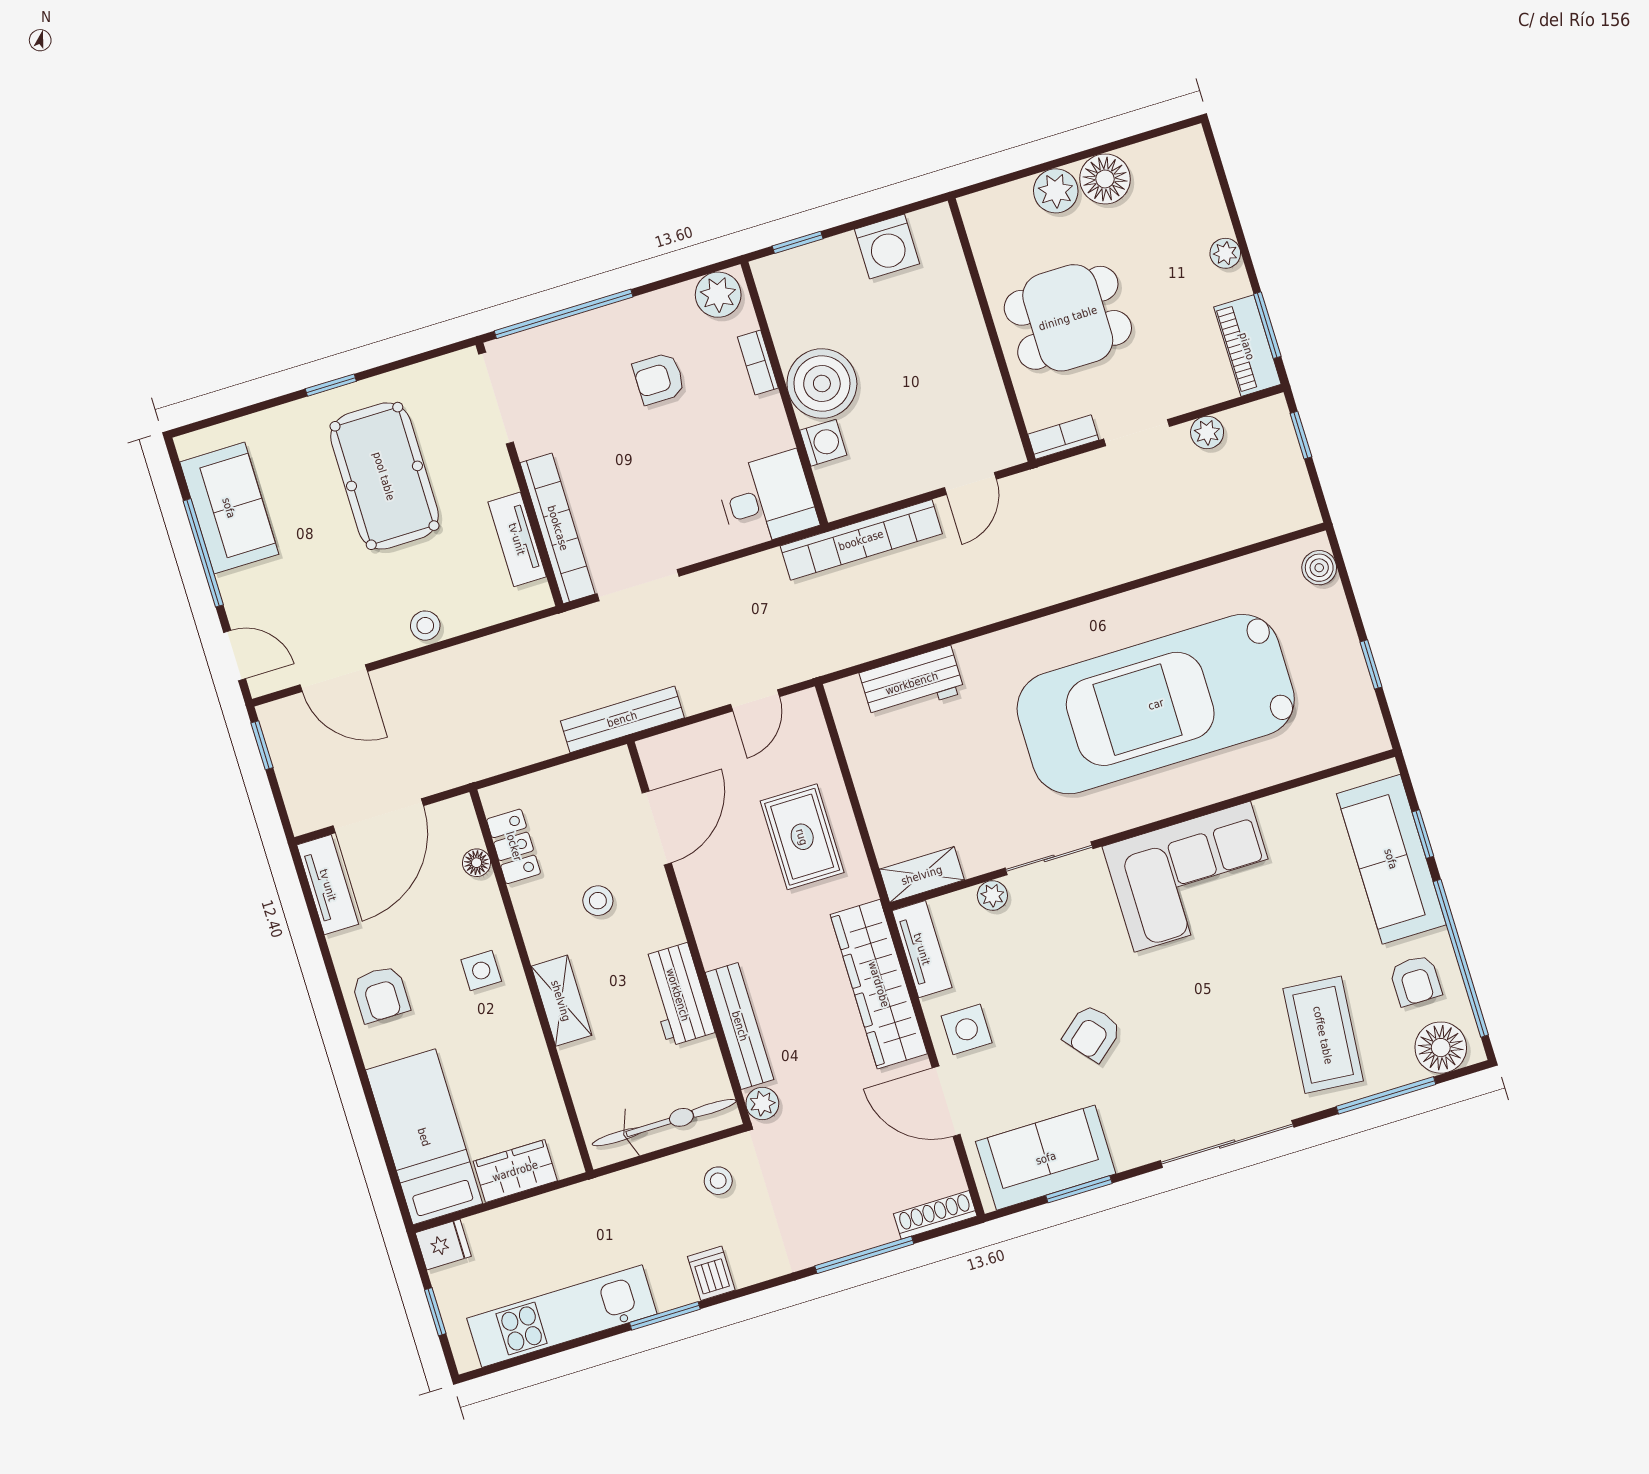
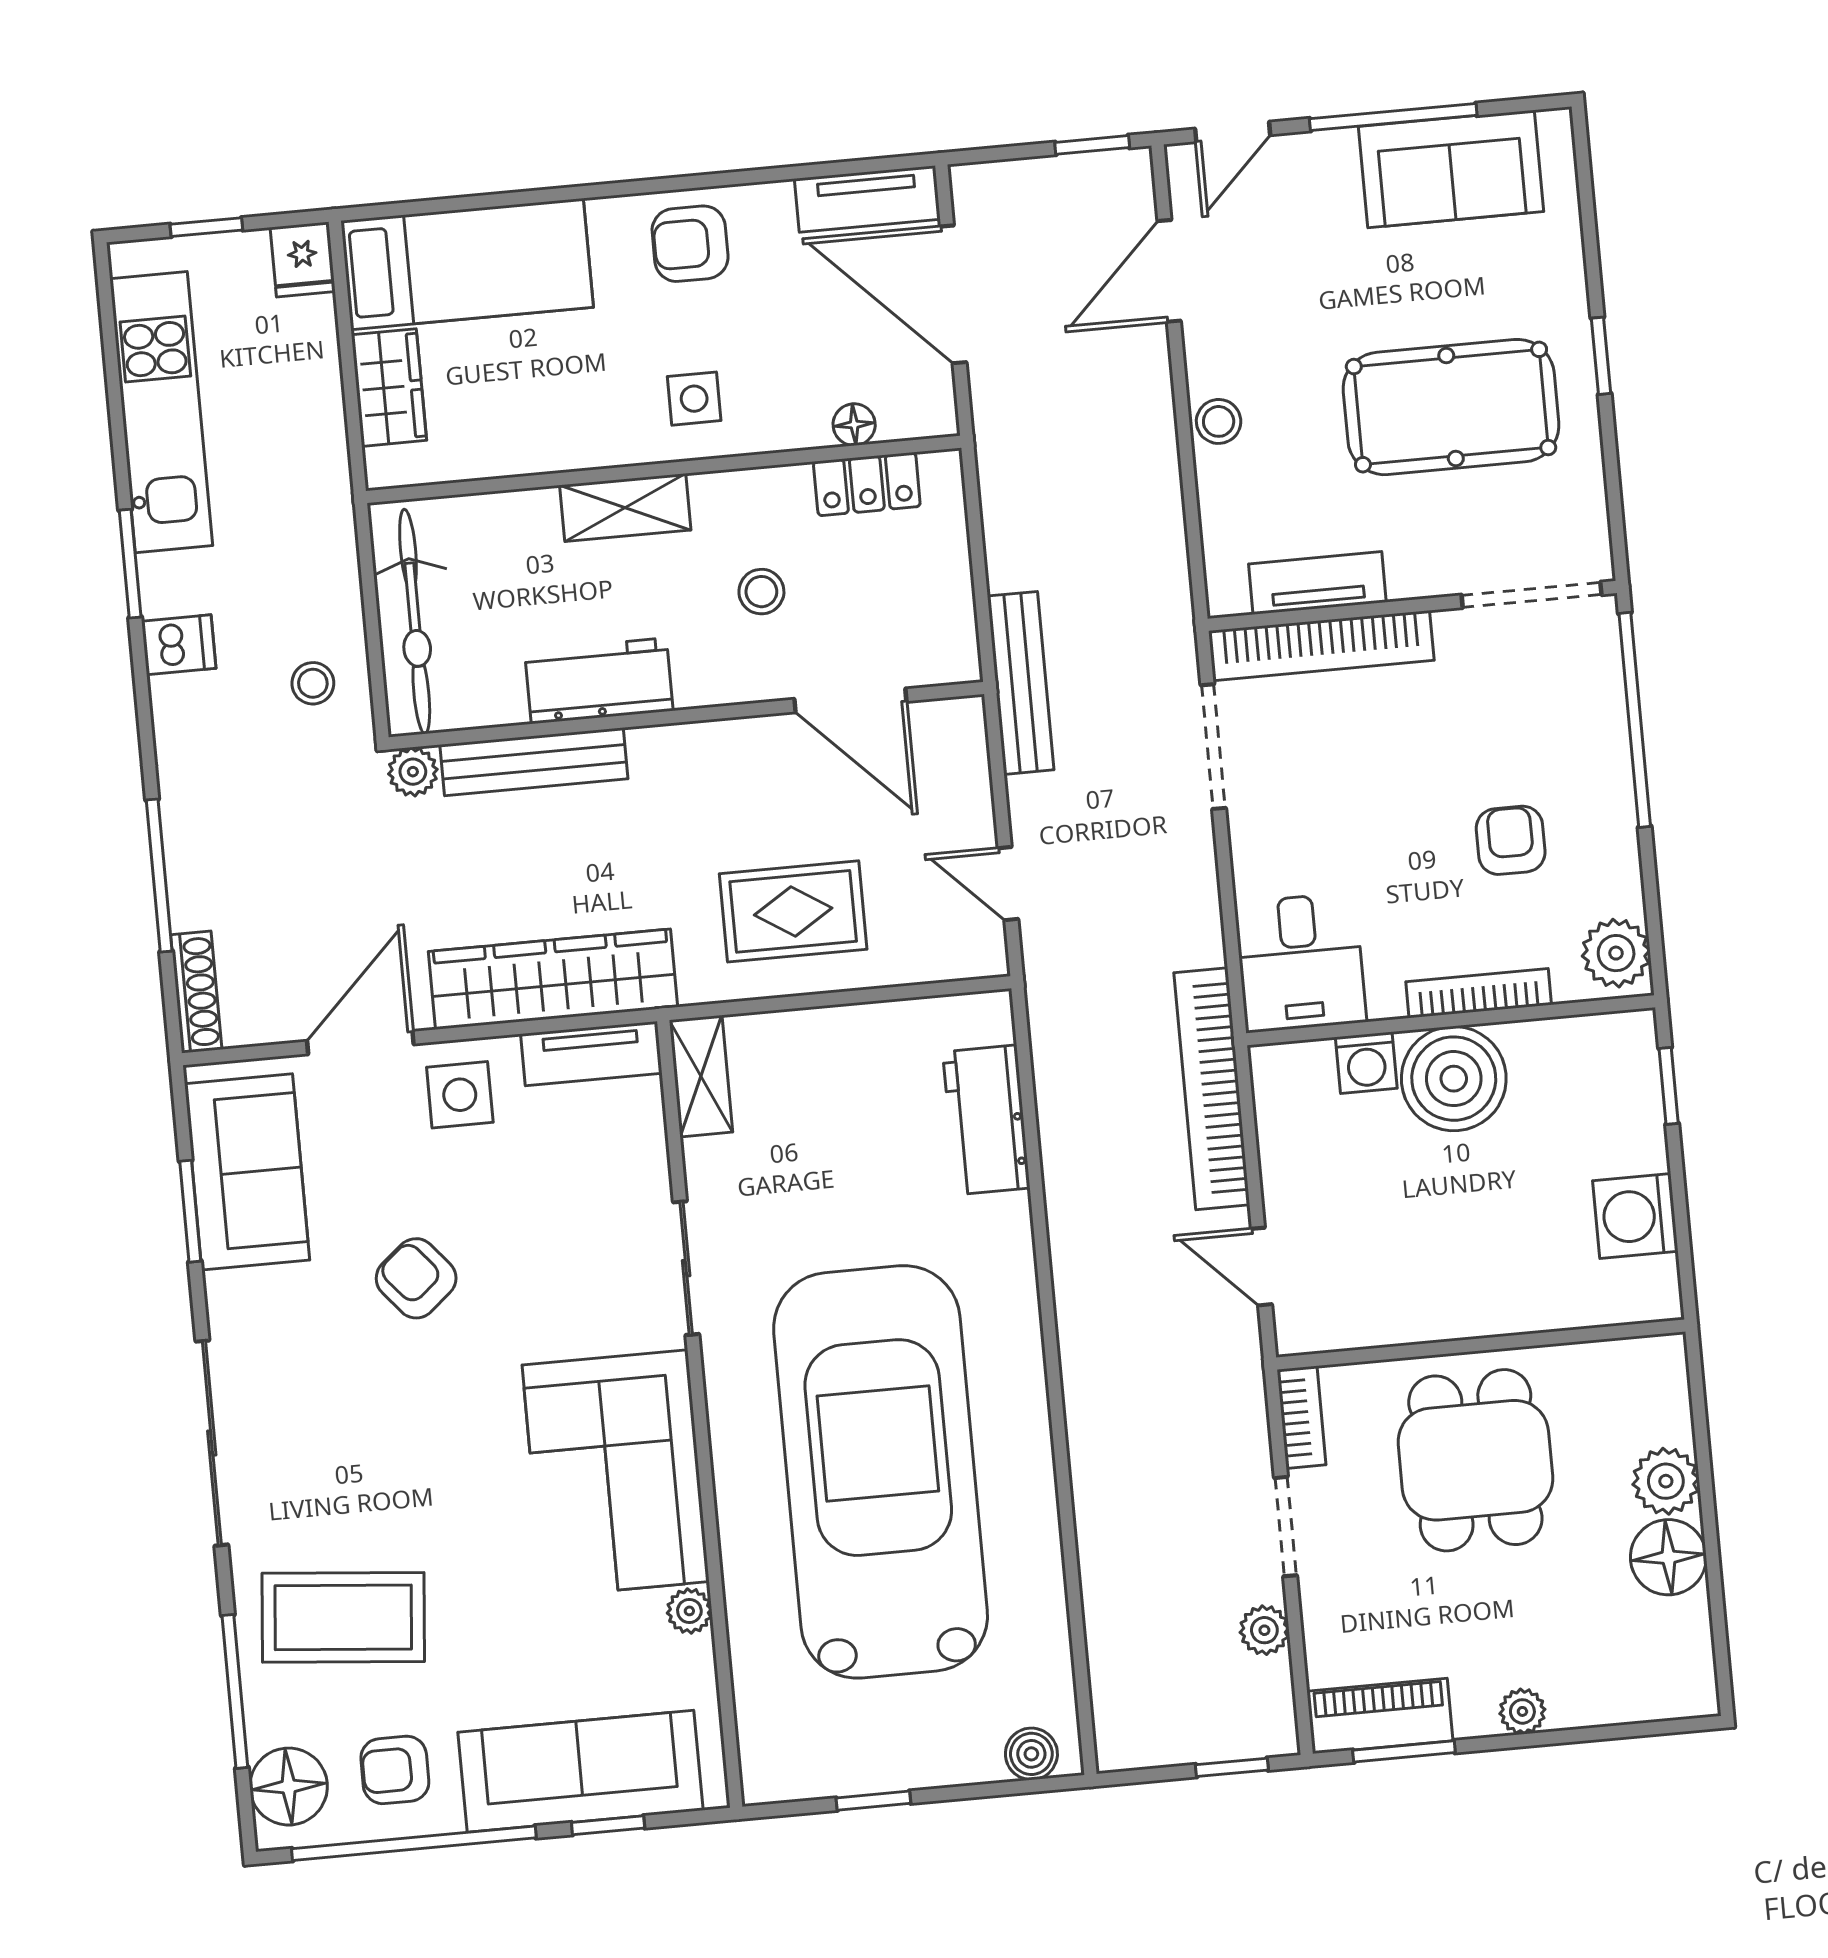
bookcase: (758, 362) -> (1479, 993), width x1.56
plant: (992, 895) -> (689, 1611), moved

